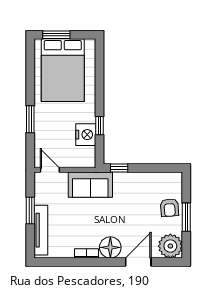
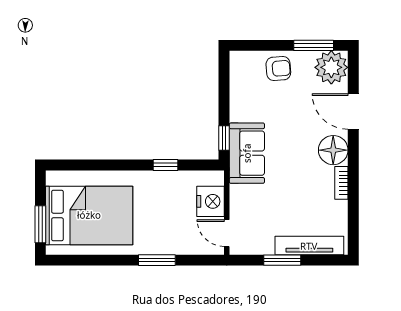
nightstand: (86, 135) -> (211, 201), moved, turned 90
door: (50, 170) -> (227, 233), hinge flipped
sofa: (90, 185) -> (247, 153), moved
window: (186, 217) -> (314, 45), moved

